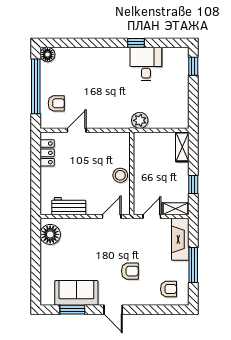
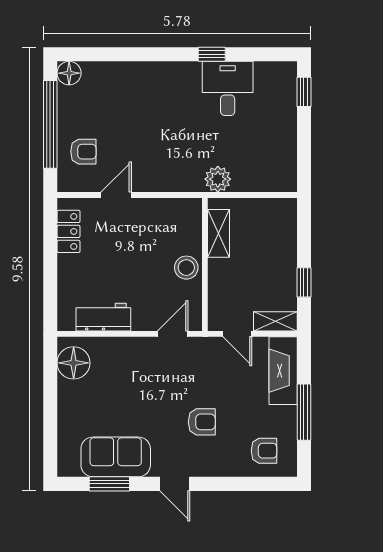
shelving: (182, 147) -> (218, 233), moved
door: (152, 216) -> (237, 334), swing flipped

